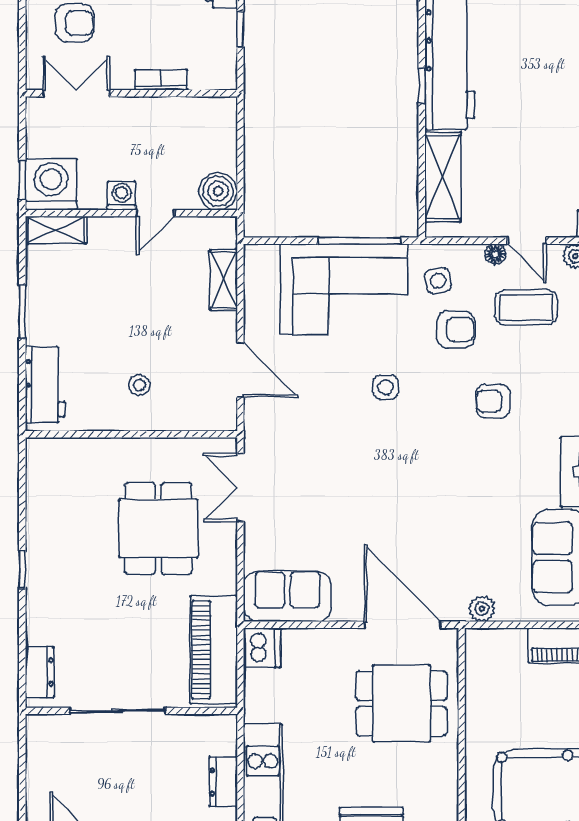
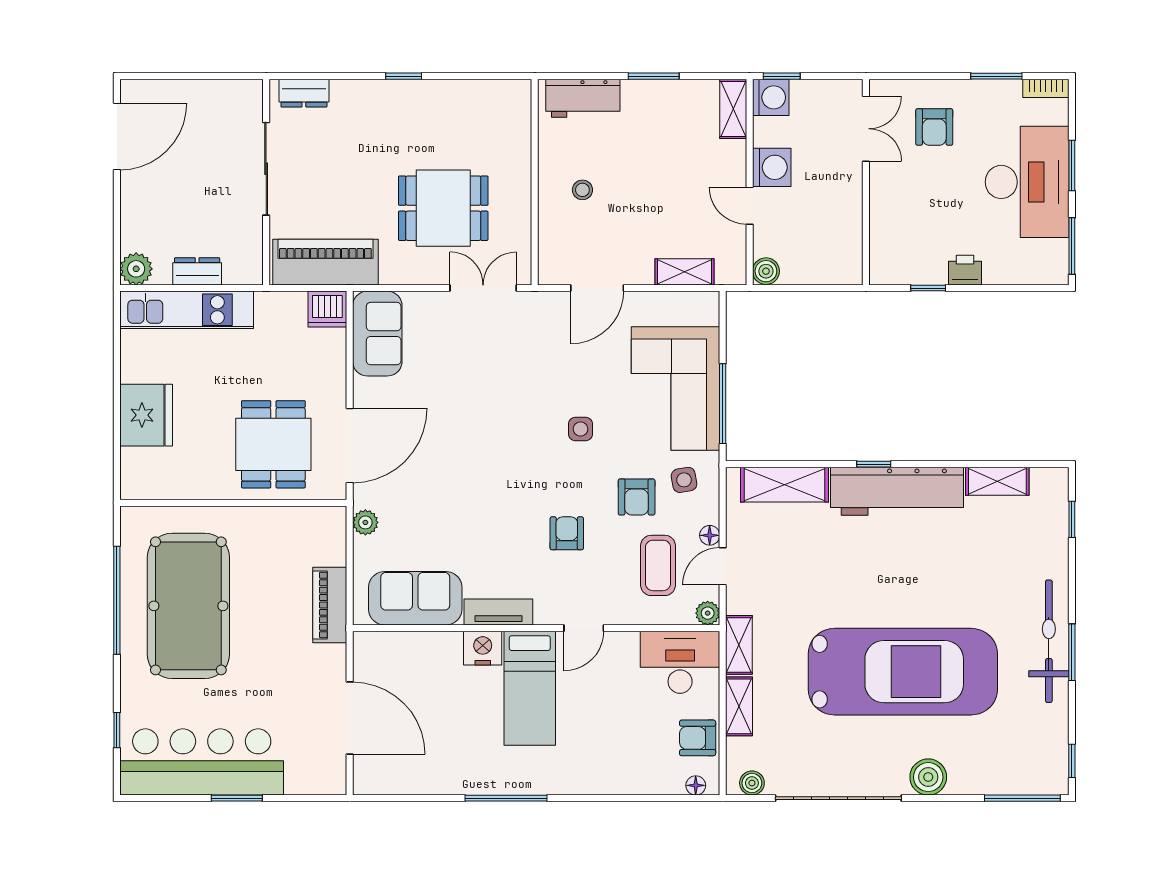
bookcase: (161, 80) -> (879, 211), removed
washing machine: (51, 184) -> (771, 97), width x0.73, depth x0.73
boiler: (218, 191) -> (766, 271), width x0.73, depth x0.73
washing machine: (122, 196) -> (772, 167), width x1.38, depth x1.38

